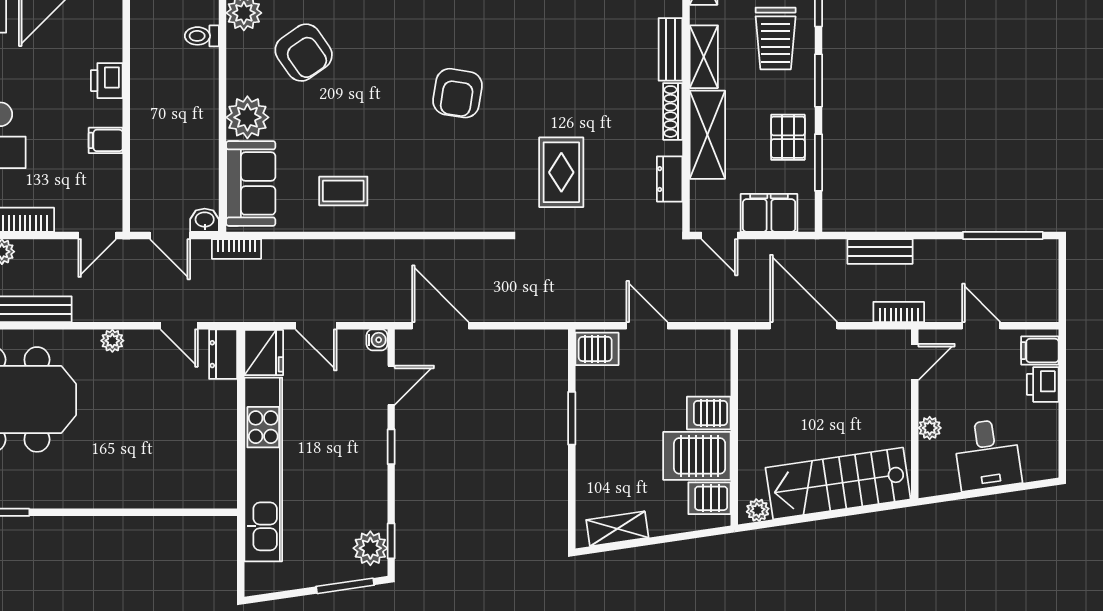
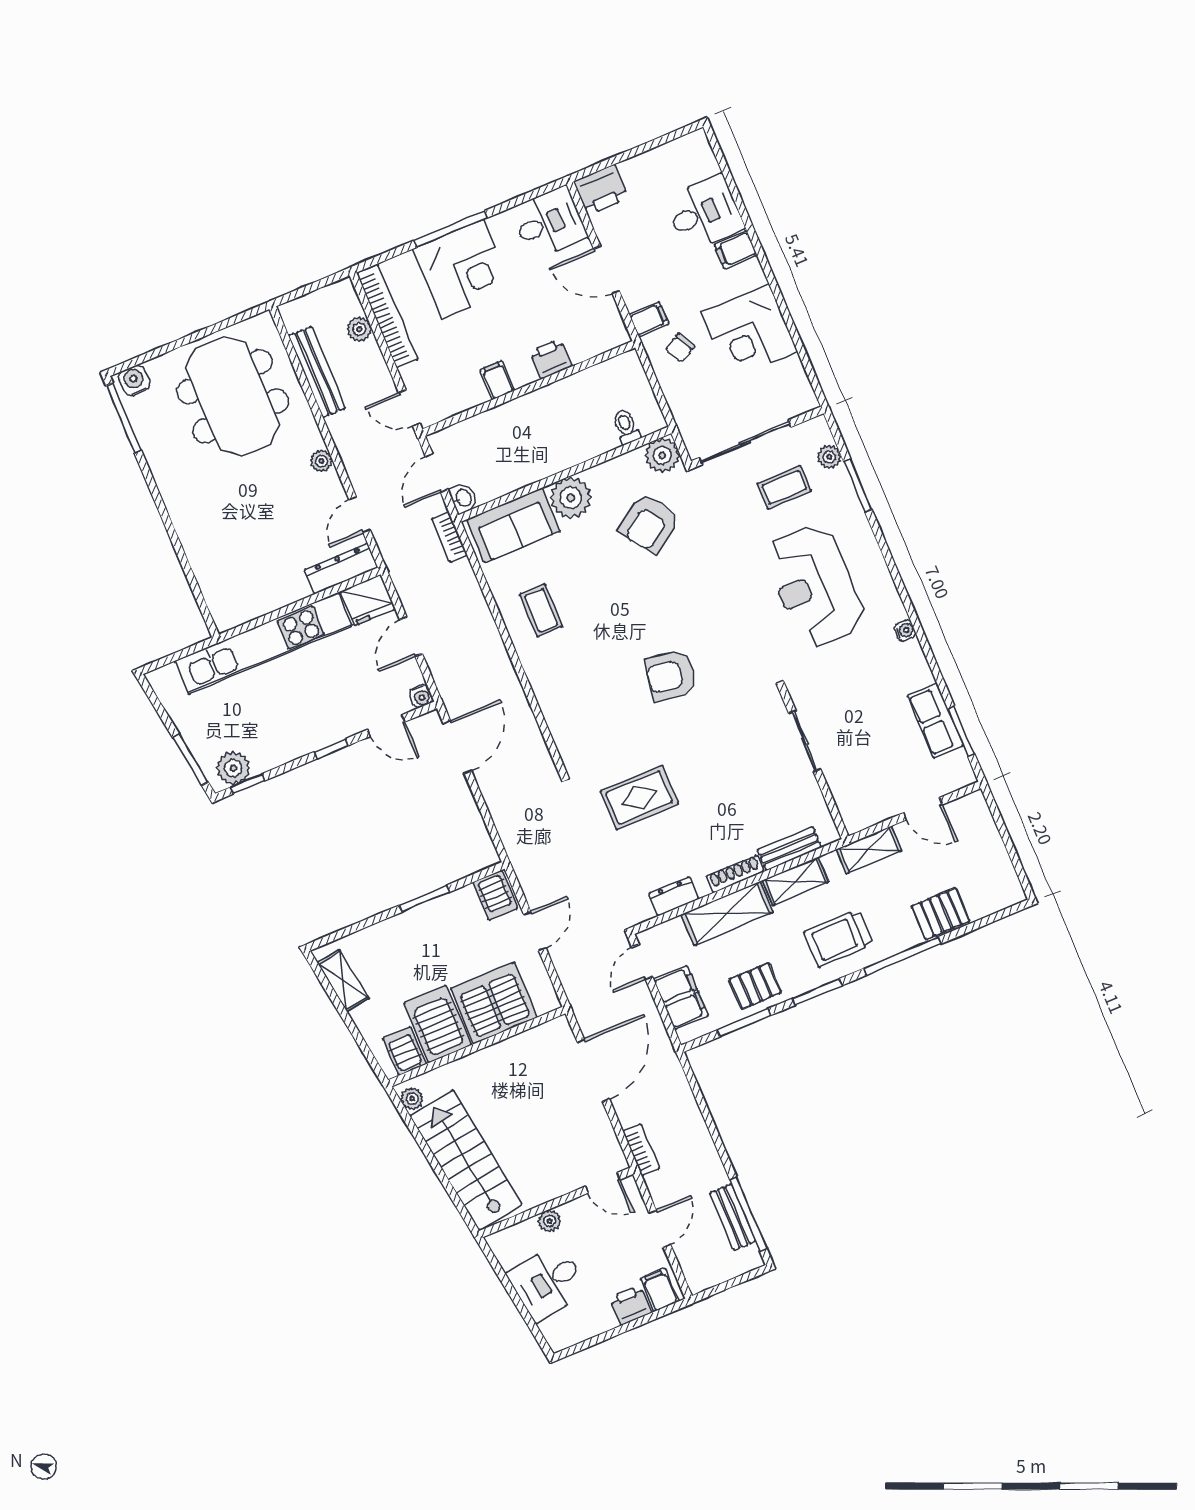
bench: (880, 251) -> (733, 1217), moved
dresser: (223, 354) -> (341, 569), width x1.44
server rack: (709, 413) -> (494, 1003), width x2.18, depth x1.44

